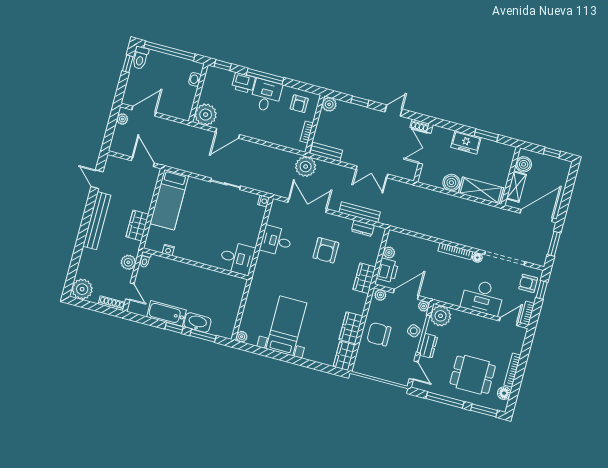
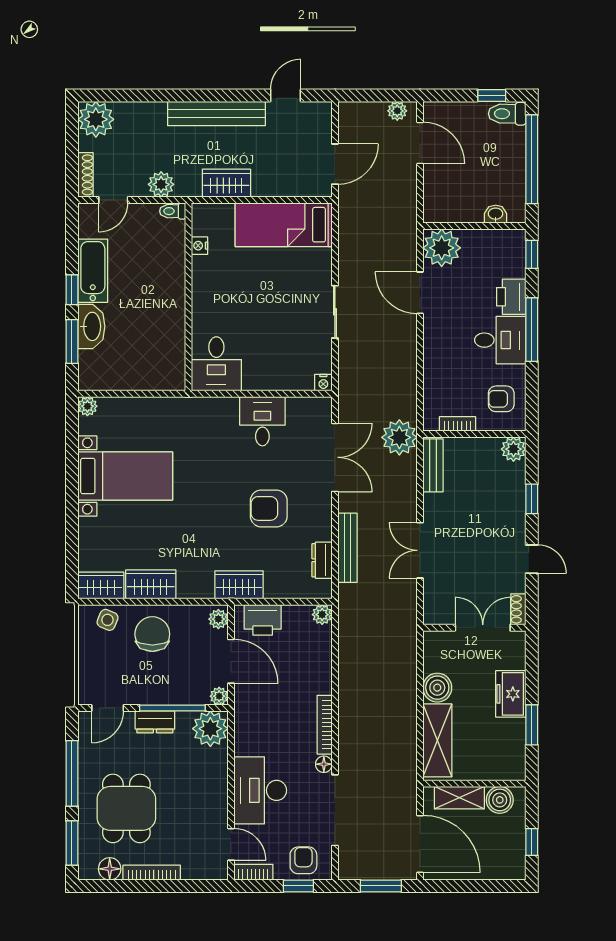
plant: (389, 252) -> (322, 615), moved
side table: (414, 331) -> (108, 620), moved

